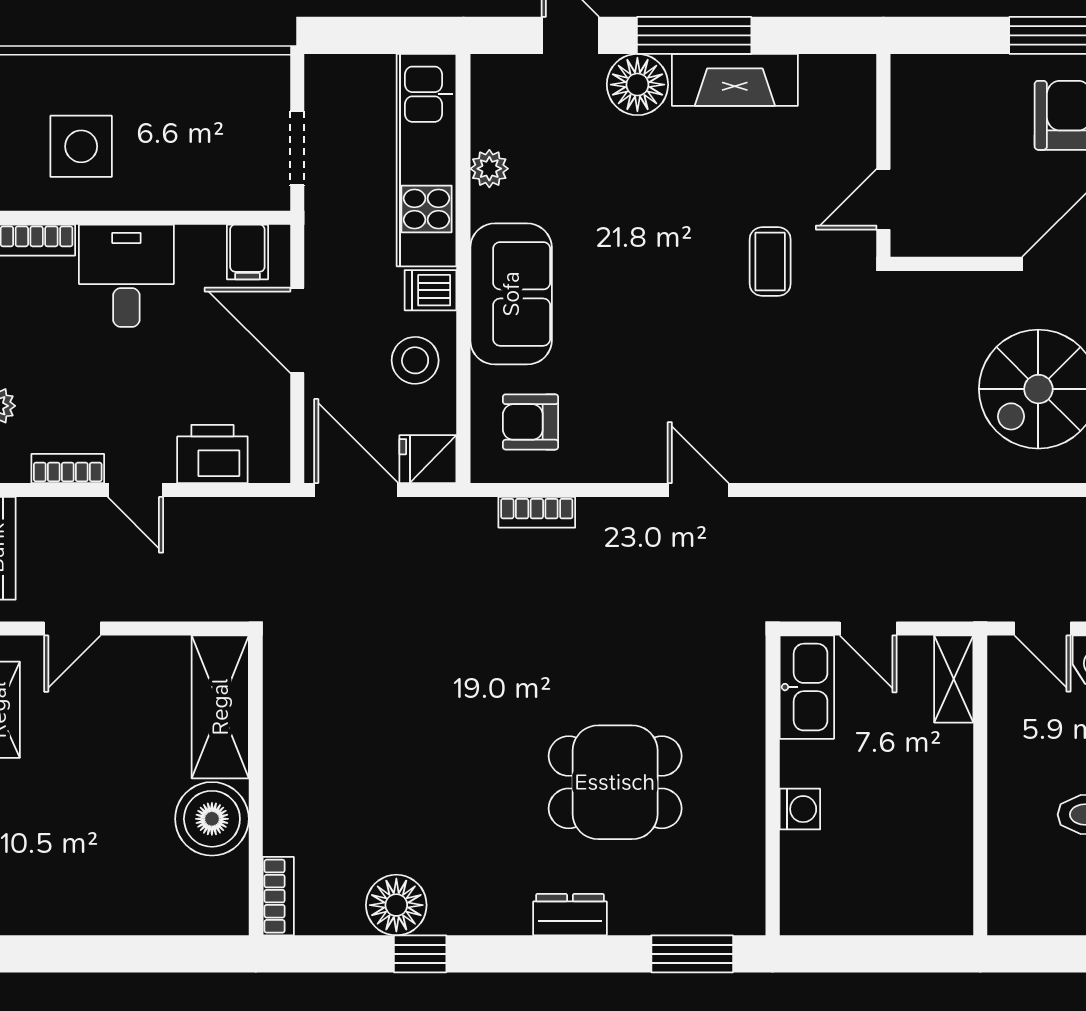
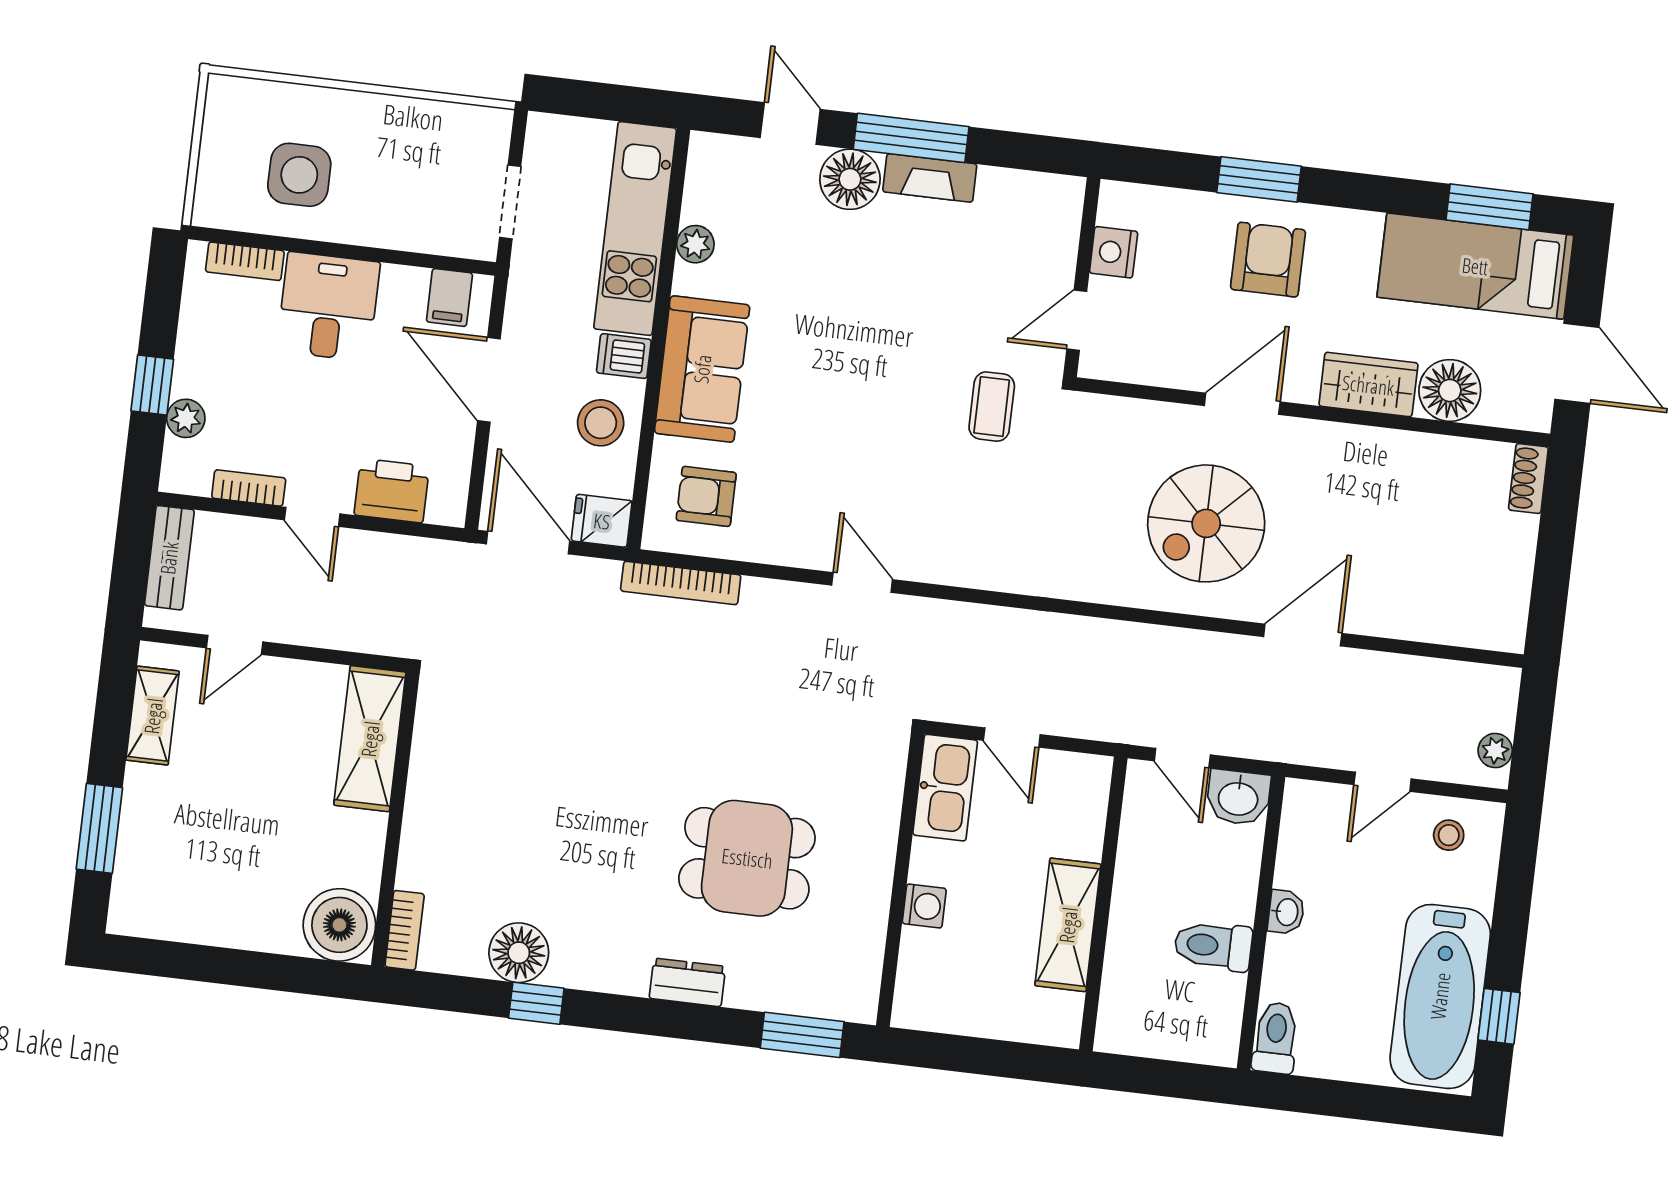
fireplace: (735, 80) -> (930, 178), width x0.73, depth x0.76
nightstand: (912, 126) -> (1114, 252), added
coffee table: (770, 262) -> (992, 407), moved
bookcase: (537, 512) -> (681, 583), width x1.56
shelving: (954, 679) -> (1068, 925), moved, width x1.50, depth x1.33
boiler: (212, 819) -> (339, 925), moved

